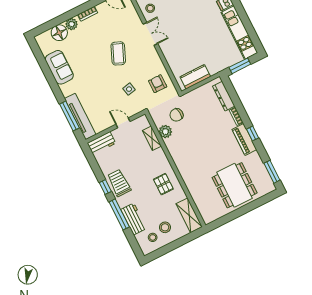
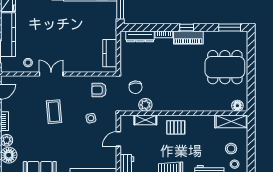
coffee table: (118, 53) -> (54, 112), turned 62
pallet: (163, 184) -> (176, 127), moved
floor lamp: (206, 214) -> (237, 106), added

